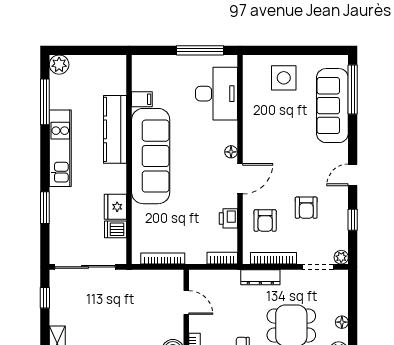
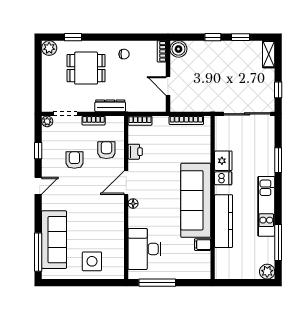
dishwasher: (116, 229) -> (223, 178), moved
bookcase: (273, 258) -> (94, 121), width x0.64
floor lamp: (342, 322) -> (47, 71), removed

